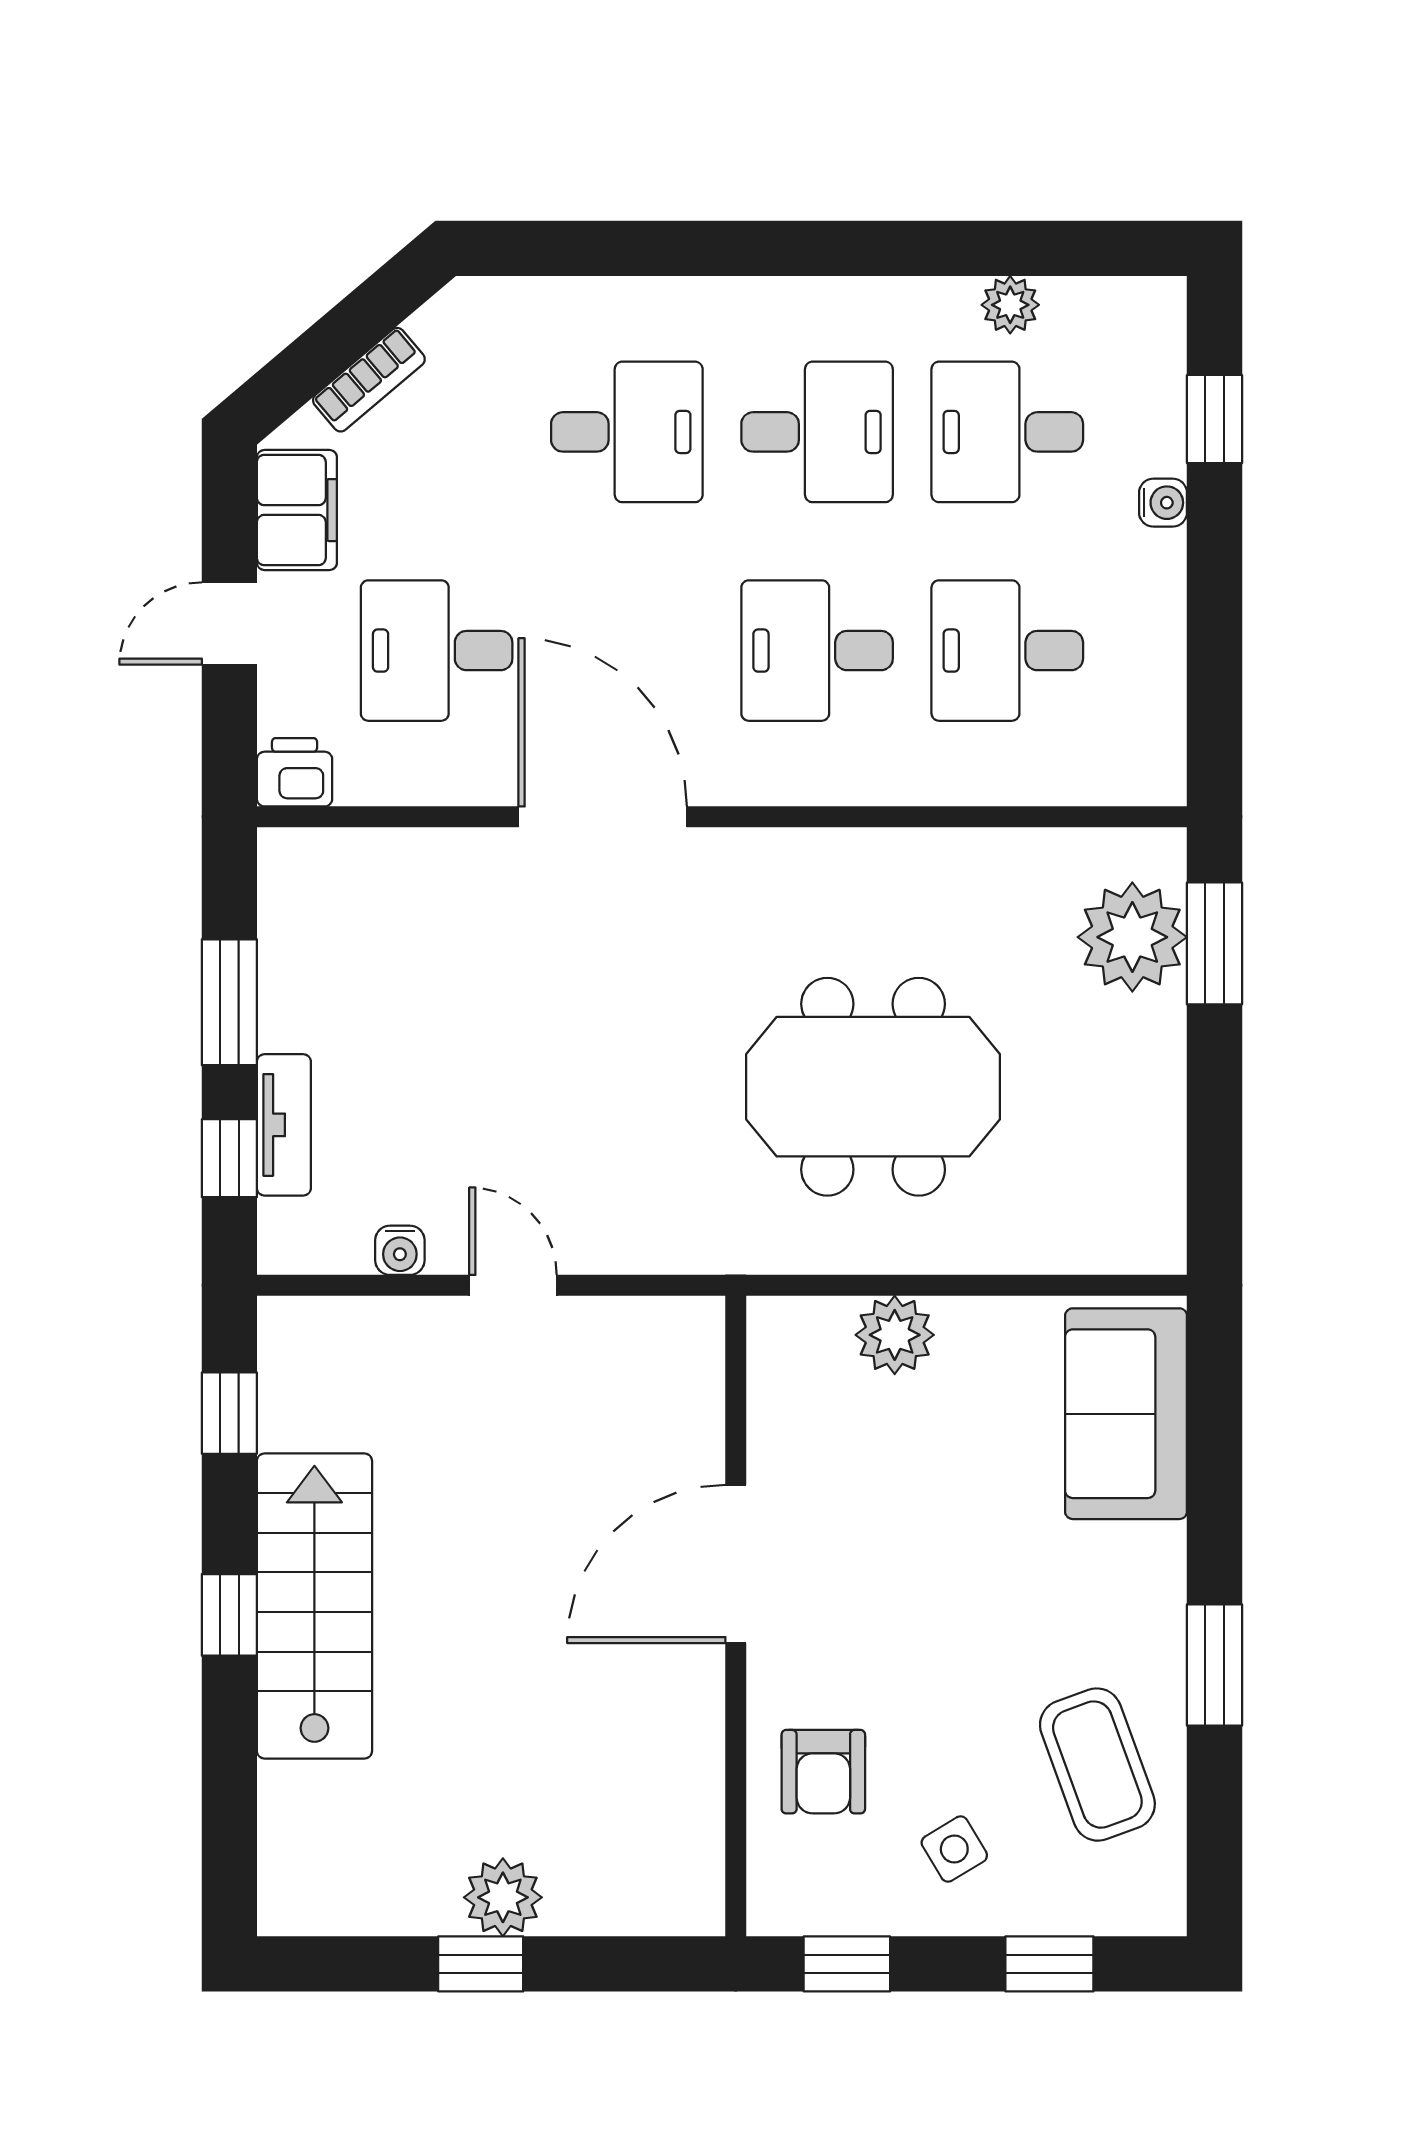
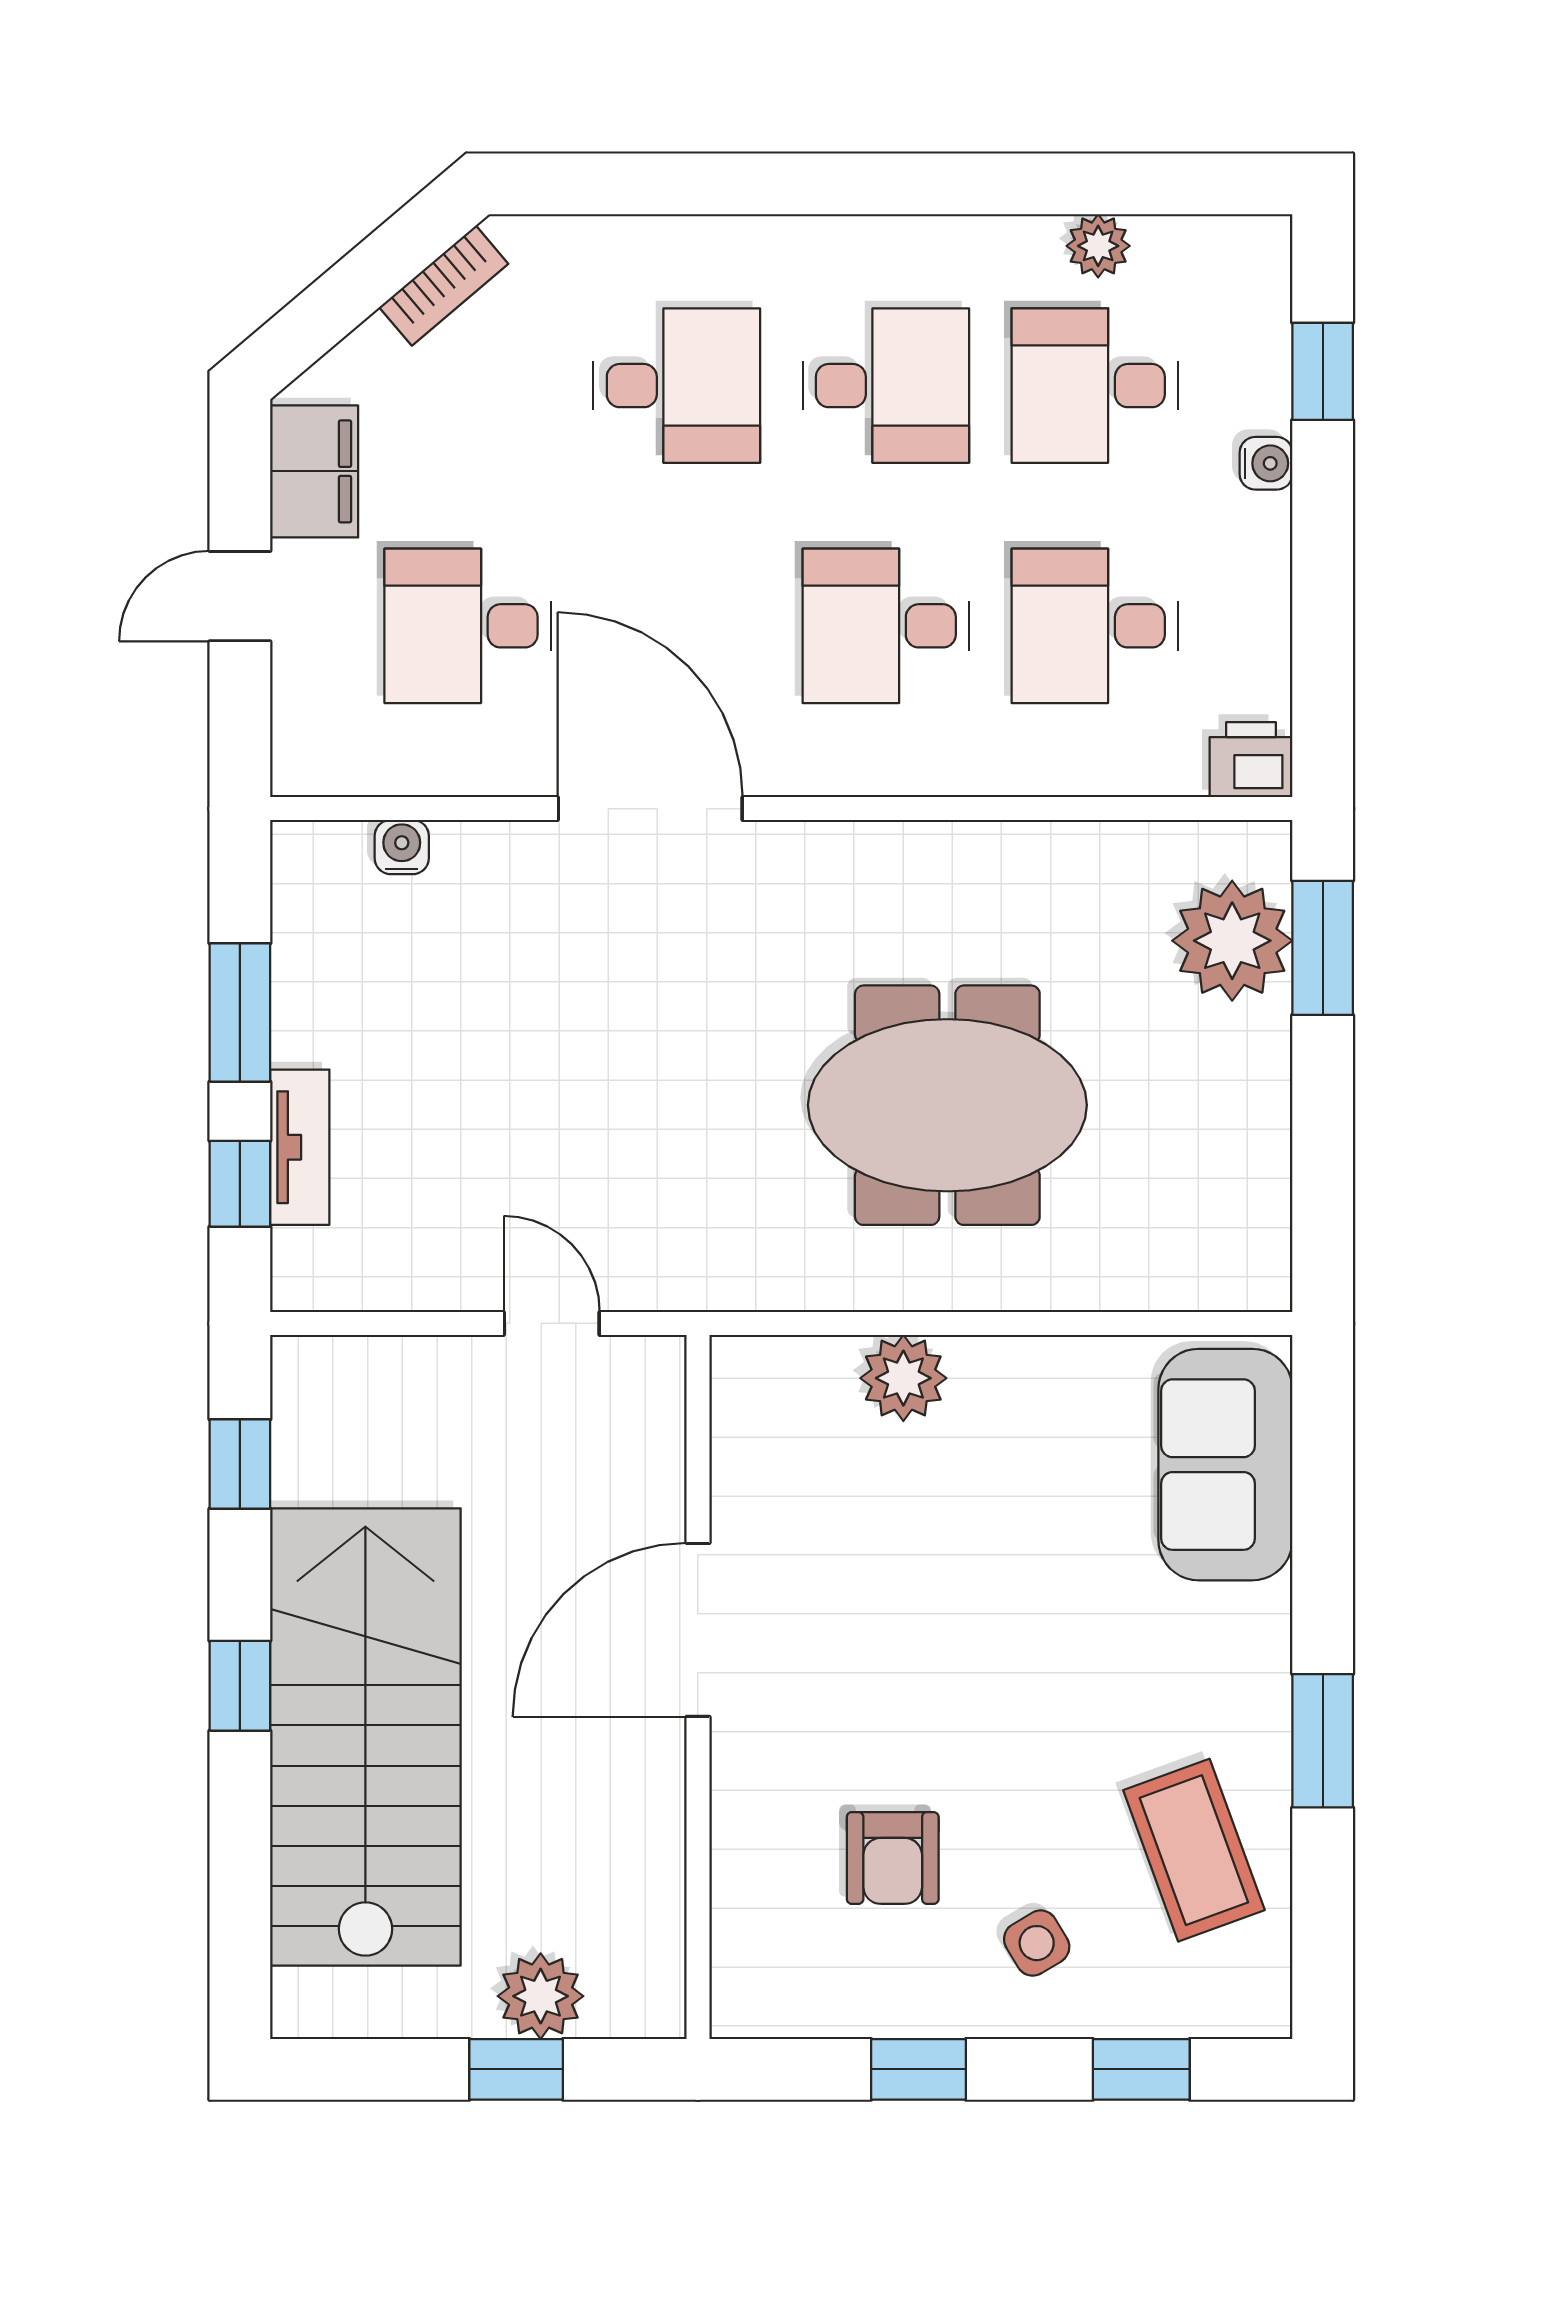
bookcase: (369, 380) -> (444, 285), moved
printer: (295, 772) -> (1251, 760), moved
water cooler: (400, 1250) -> (402, 847), moved, turned 180
plant: (895, 1335) -> (903, 1378), moved
door: (736, 1564) -> (698, 1630), moved
stairs: (314, 1606) -> (365, 1737), width x1.36, depth x1.51
wall: (736, 1616) -> (698, 1687), moved

